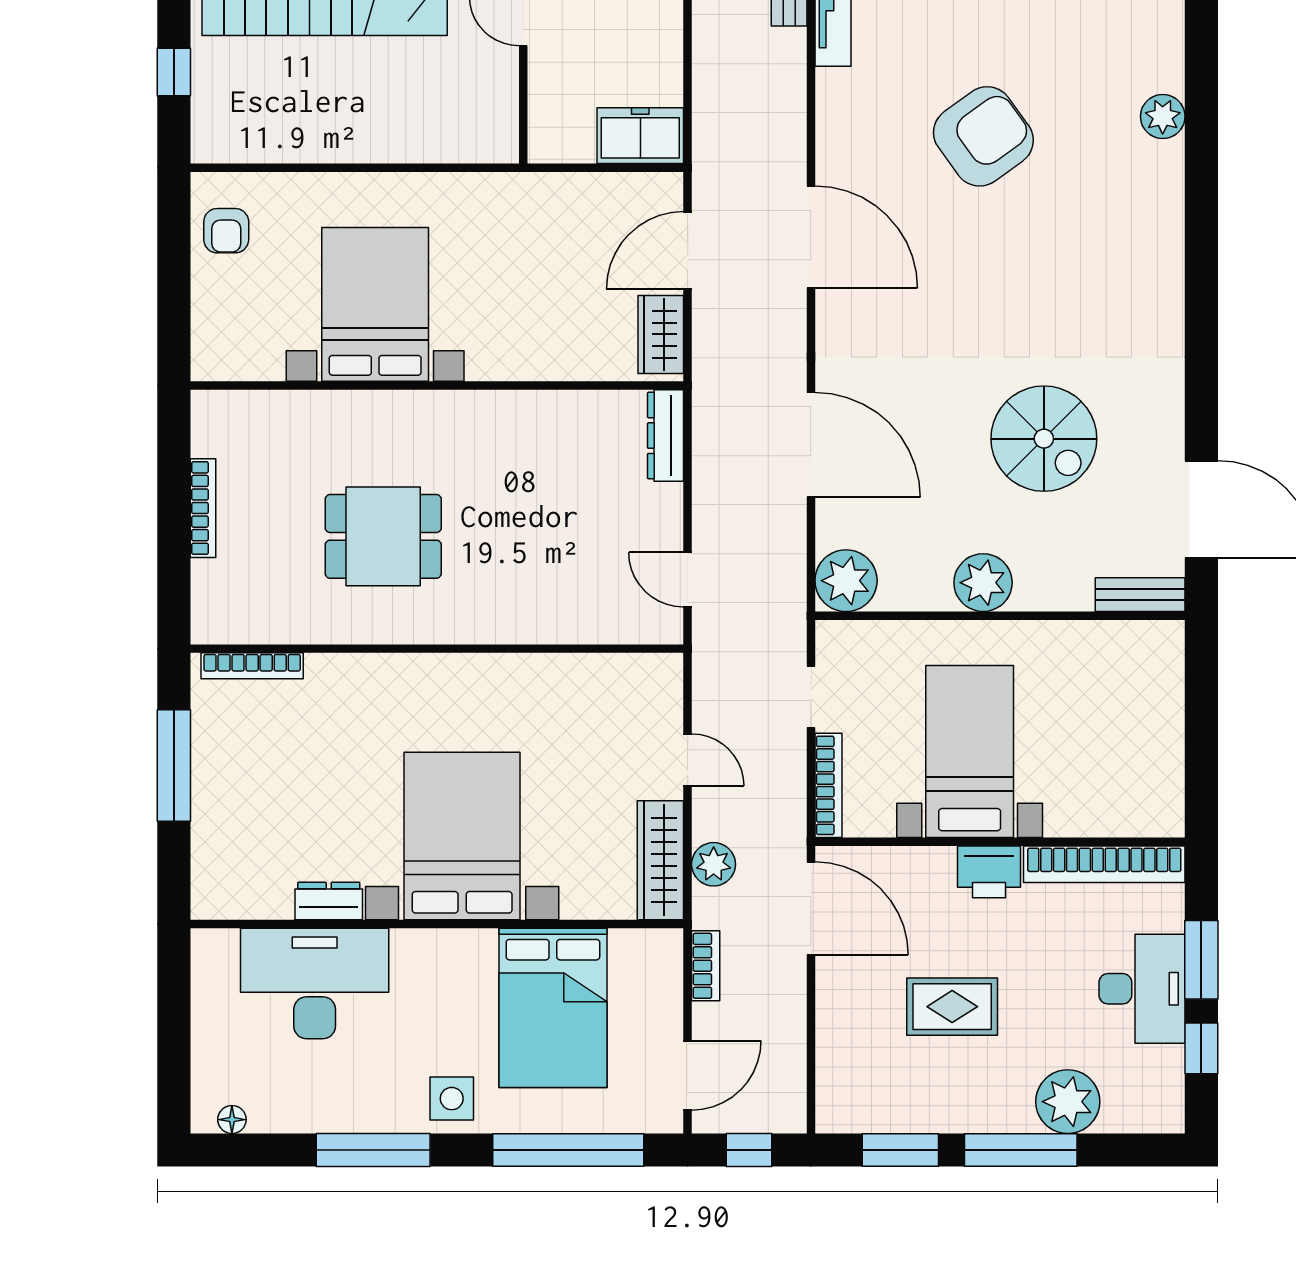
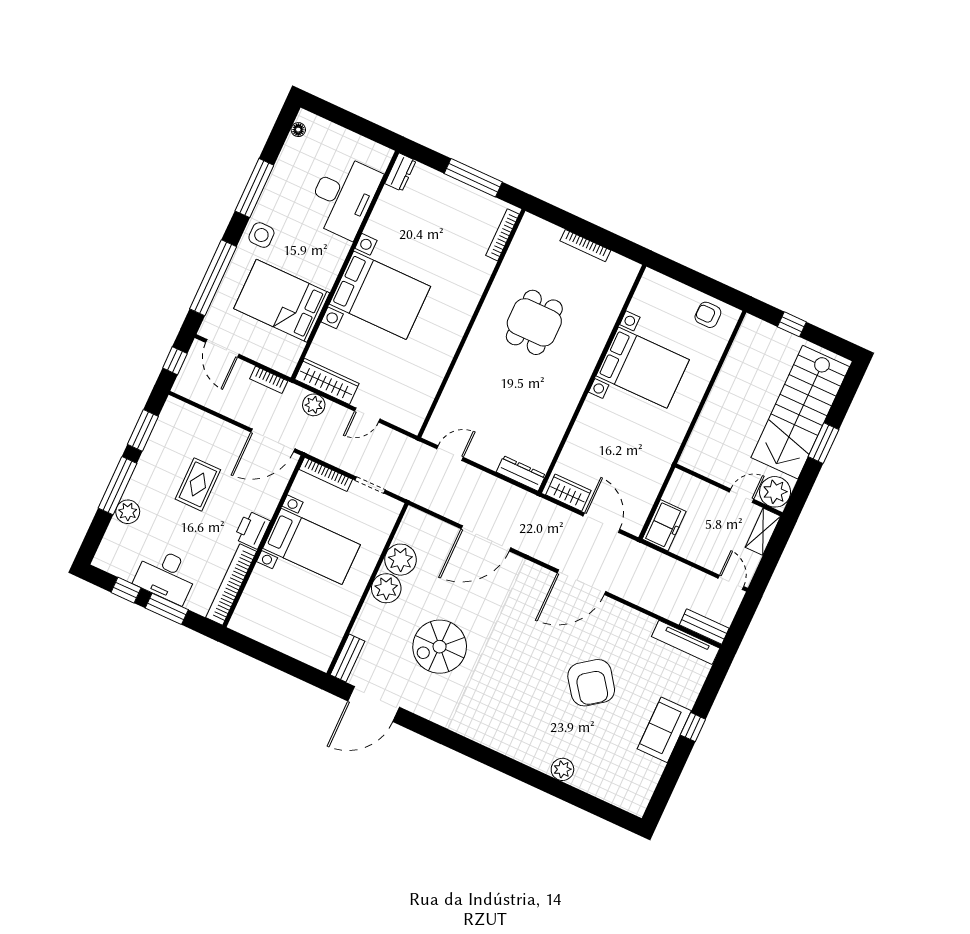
plant: (846, 581) -> (401, 560), moved
dresser: (329, 901) -> (400, 172), moved
plant: (1068, 1102) -> (128, 512), width x0.73, depth x0.73

